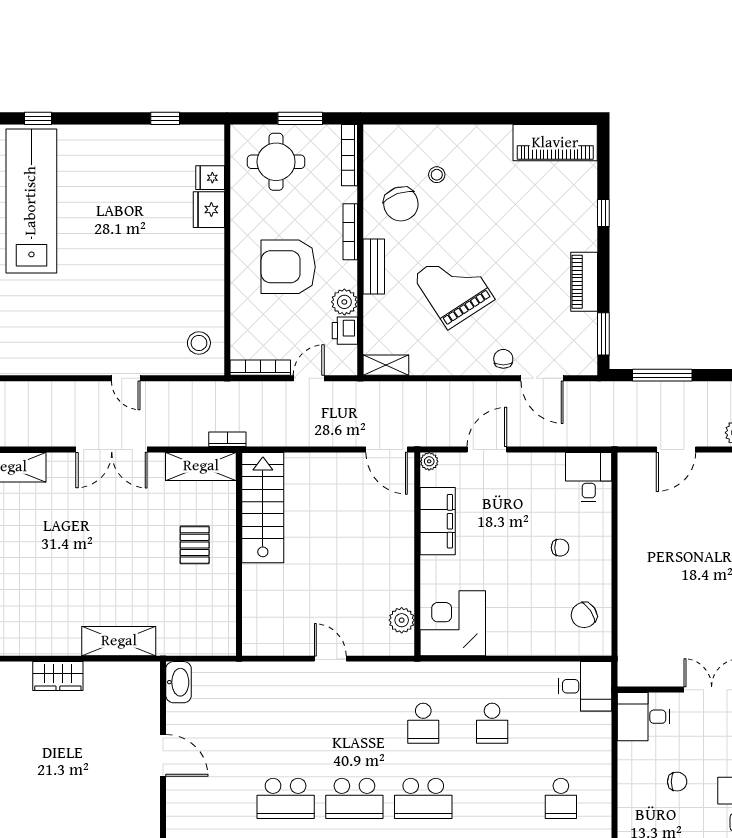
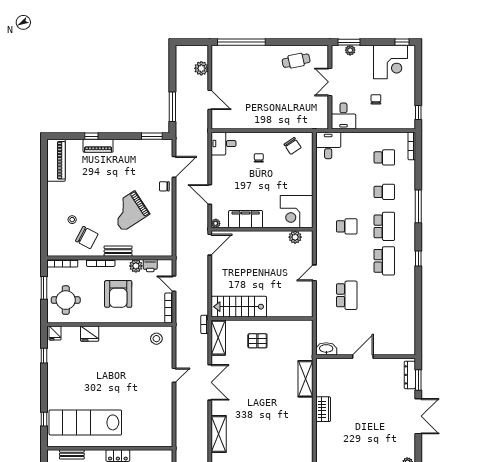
fridge: (210, 178) -> (55, 333), moved
chair: (401, 204) -> (87, 238), turned 48
piano: (584, 282) -> (98, 146), moved
shelving: (386, 365) -> (167, 245), removed
school desk: (492, 723) -> (384, 192), moved
school desk: (286, 798) -> (347, 295), moved

